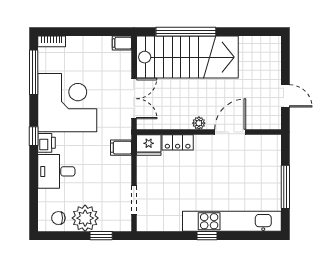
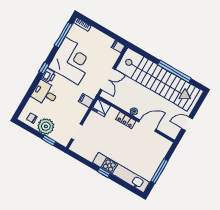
window: (186, 32) -> (174, 71), moved
stairs: (187, 57) -> (158, 79), width x1.36
door: (285, 96) -> (187, 124), swing flipped
locker: (178, 142) -> (126, 120), moved

